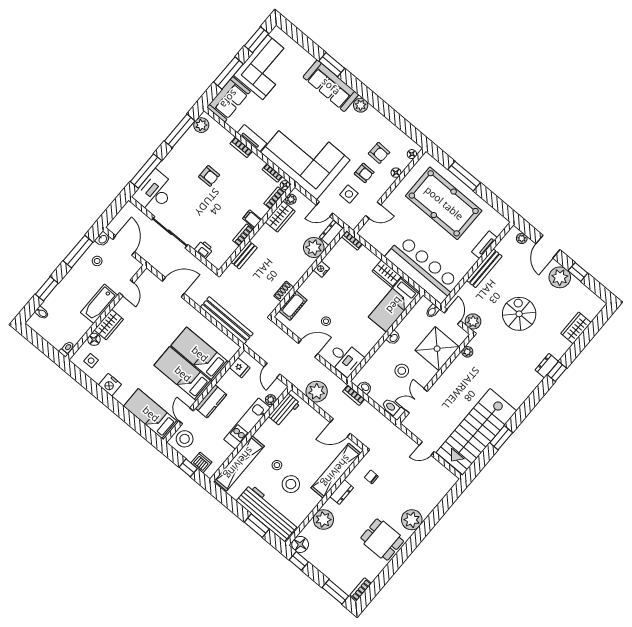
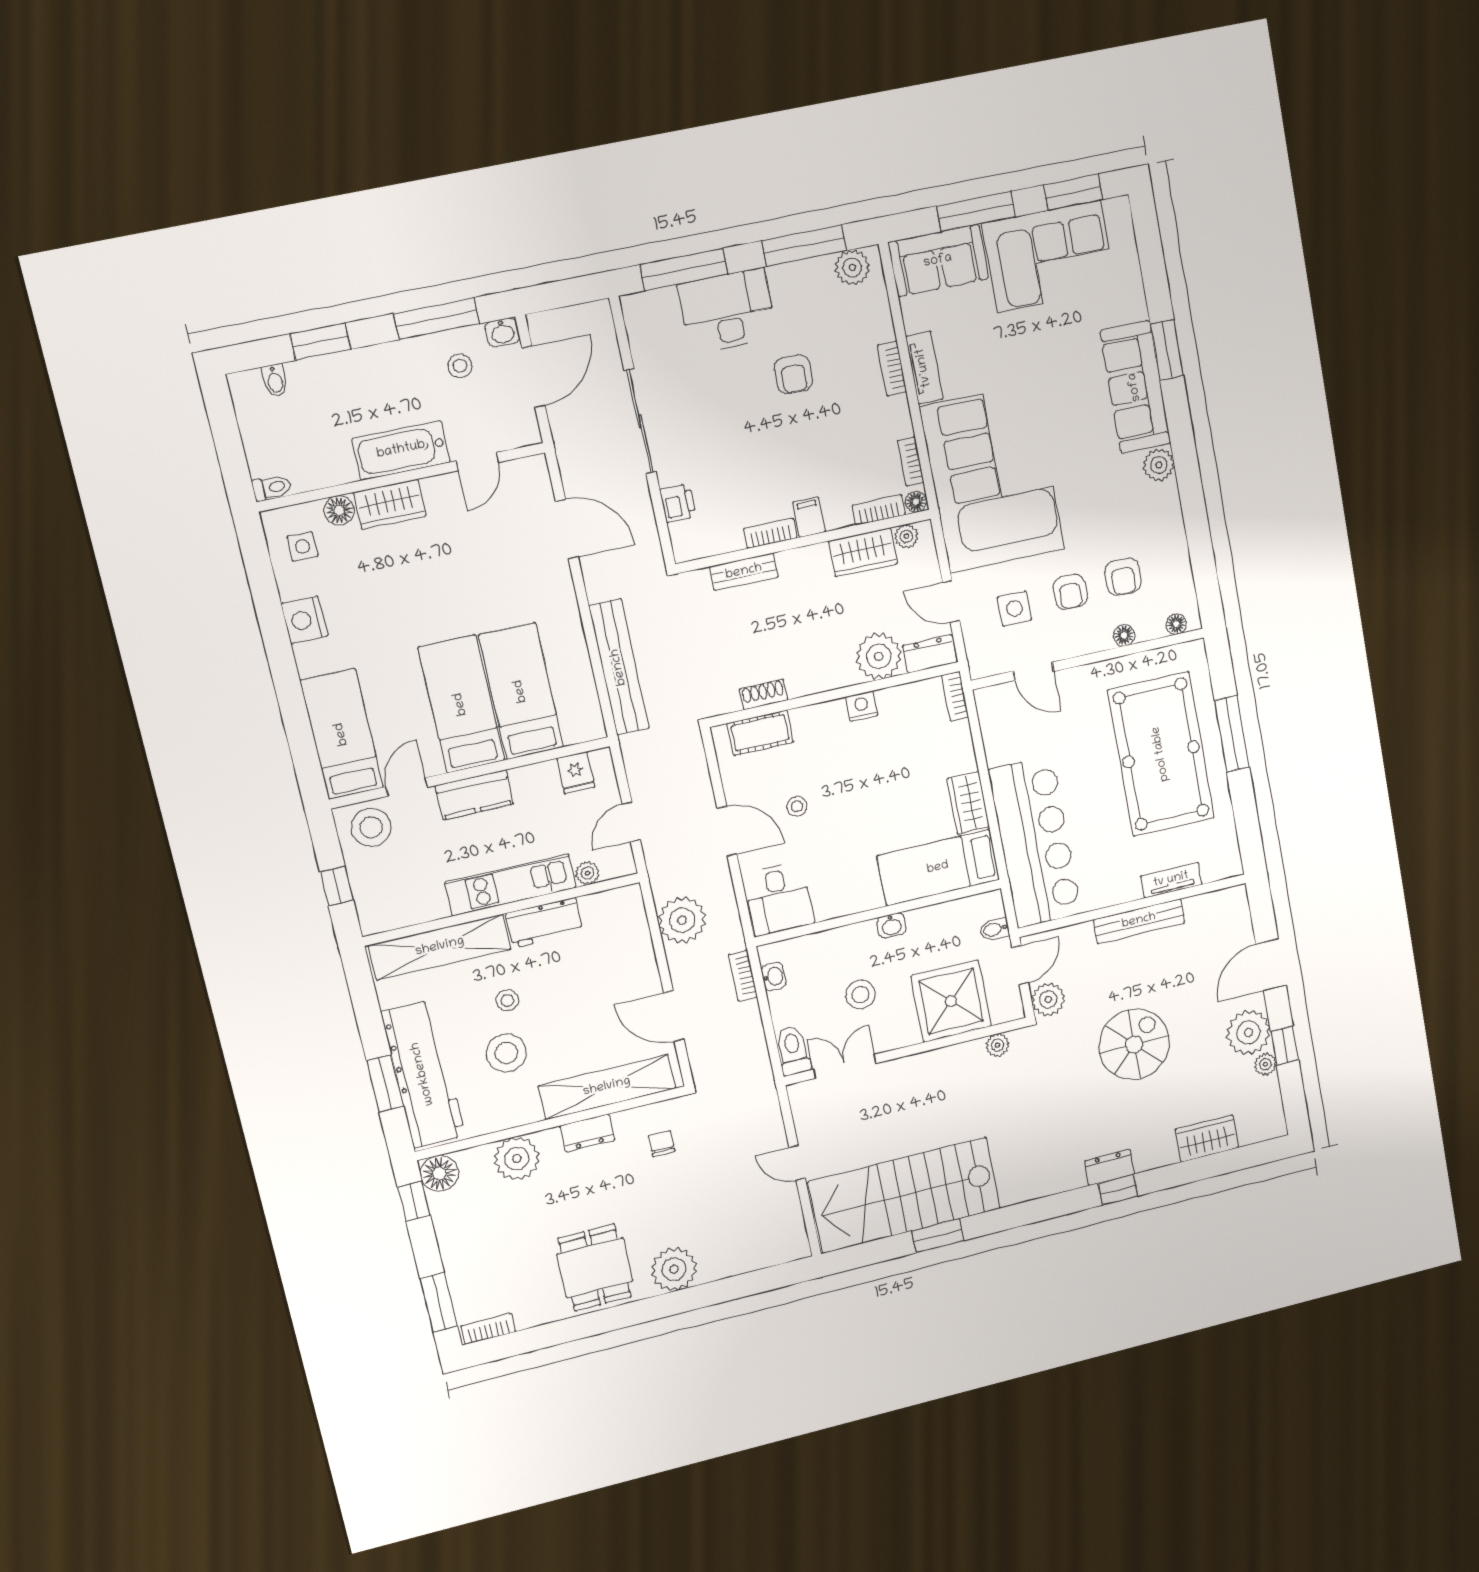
desk: (155, 192) -> (727, 311), moved
plant: (522, 238) -> (1265, 1064), moved
workbench: (284, 410) -> (544, 923), moved
dishwasher: (201, 463) -> (370, 894), removed

